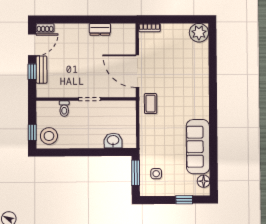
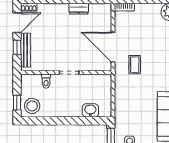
bench: (41, 70) -> (25, 50), width x1.36
coffee table: (151, 104) -> (135, 65), moved

